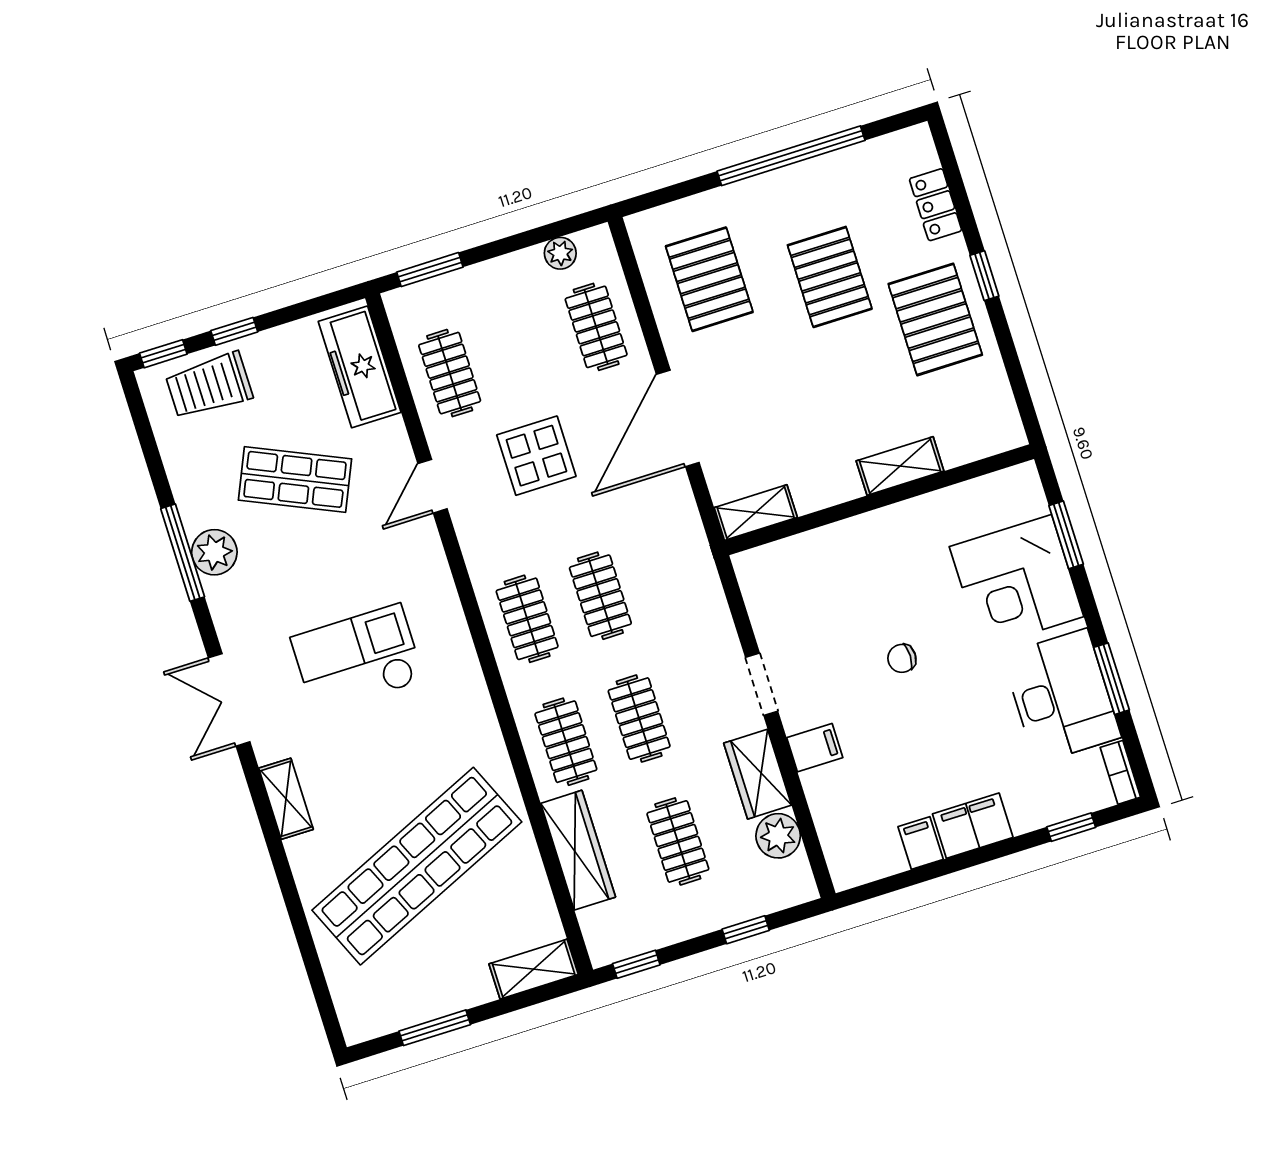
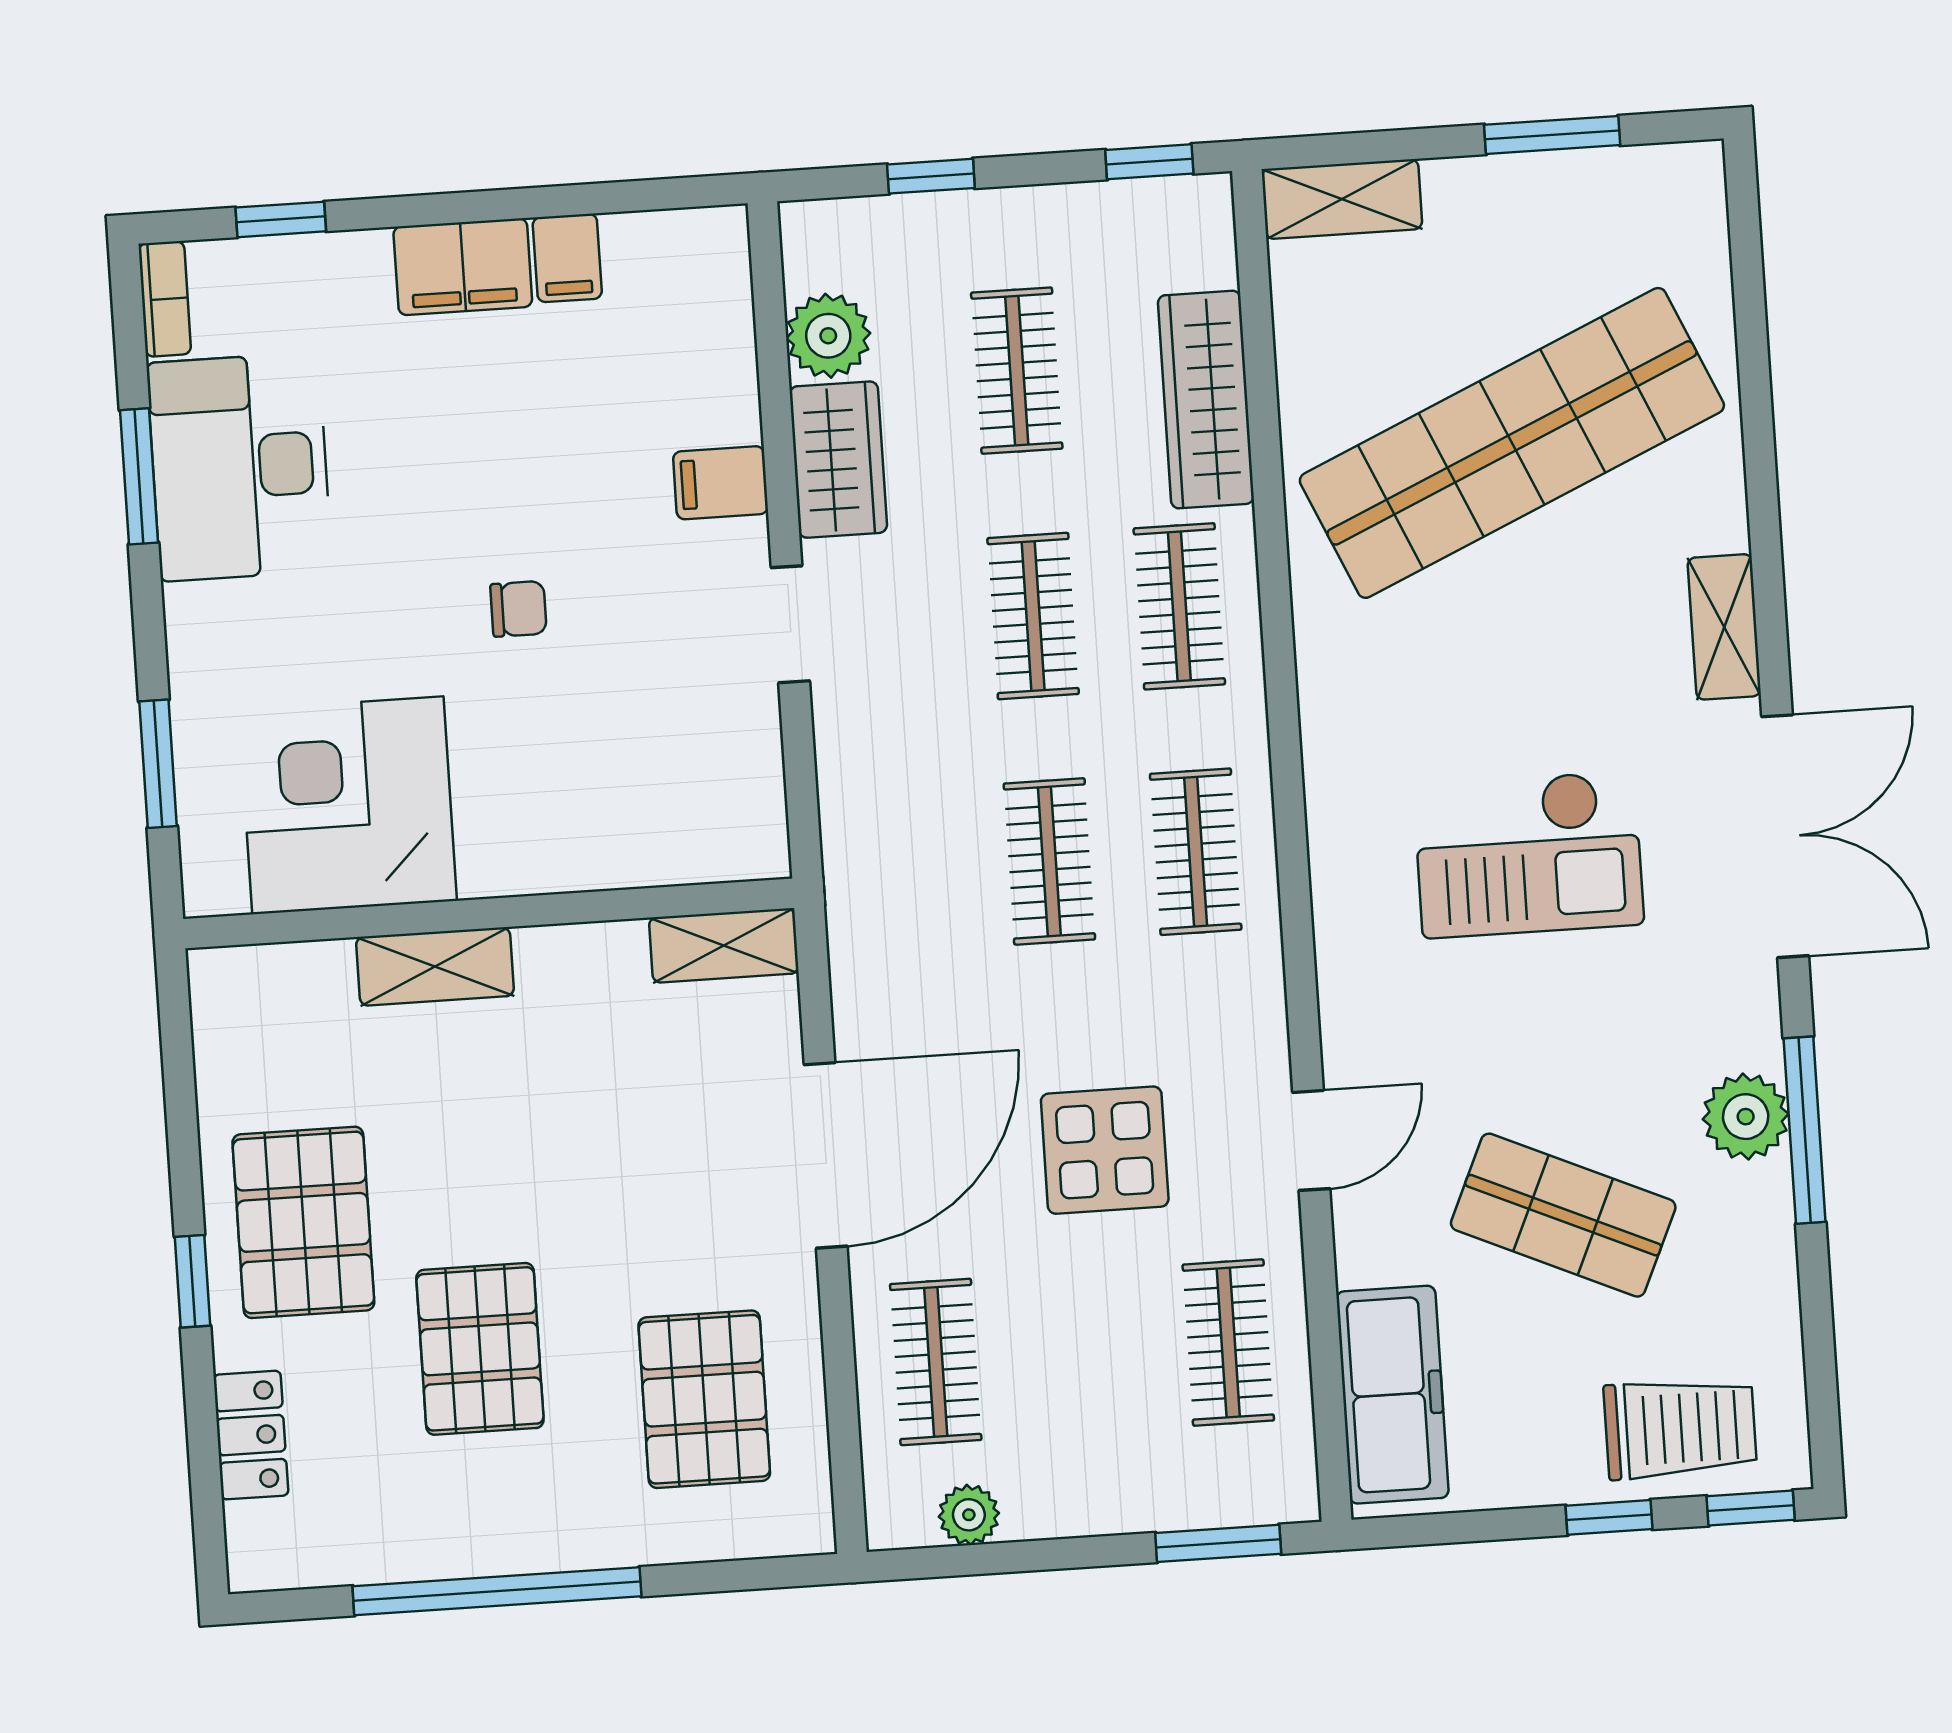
corner desk: (1016, 582) -> (348, 805), moved, turned -90
double door: (229, 700) -> (1785, 836), width x1.37

